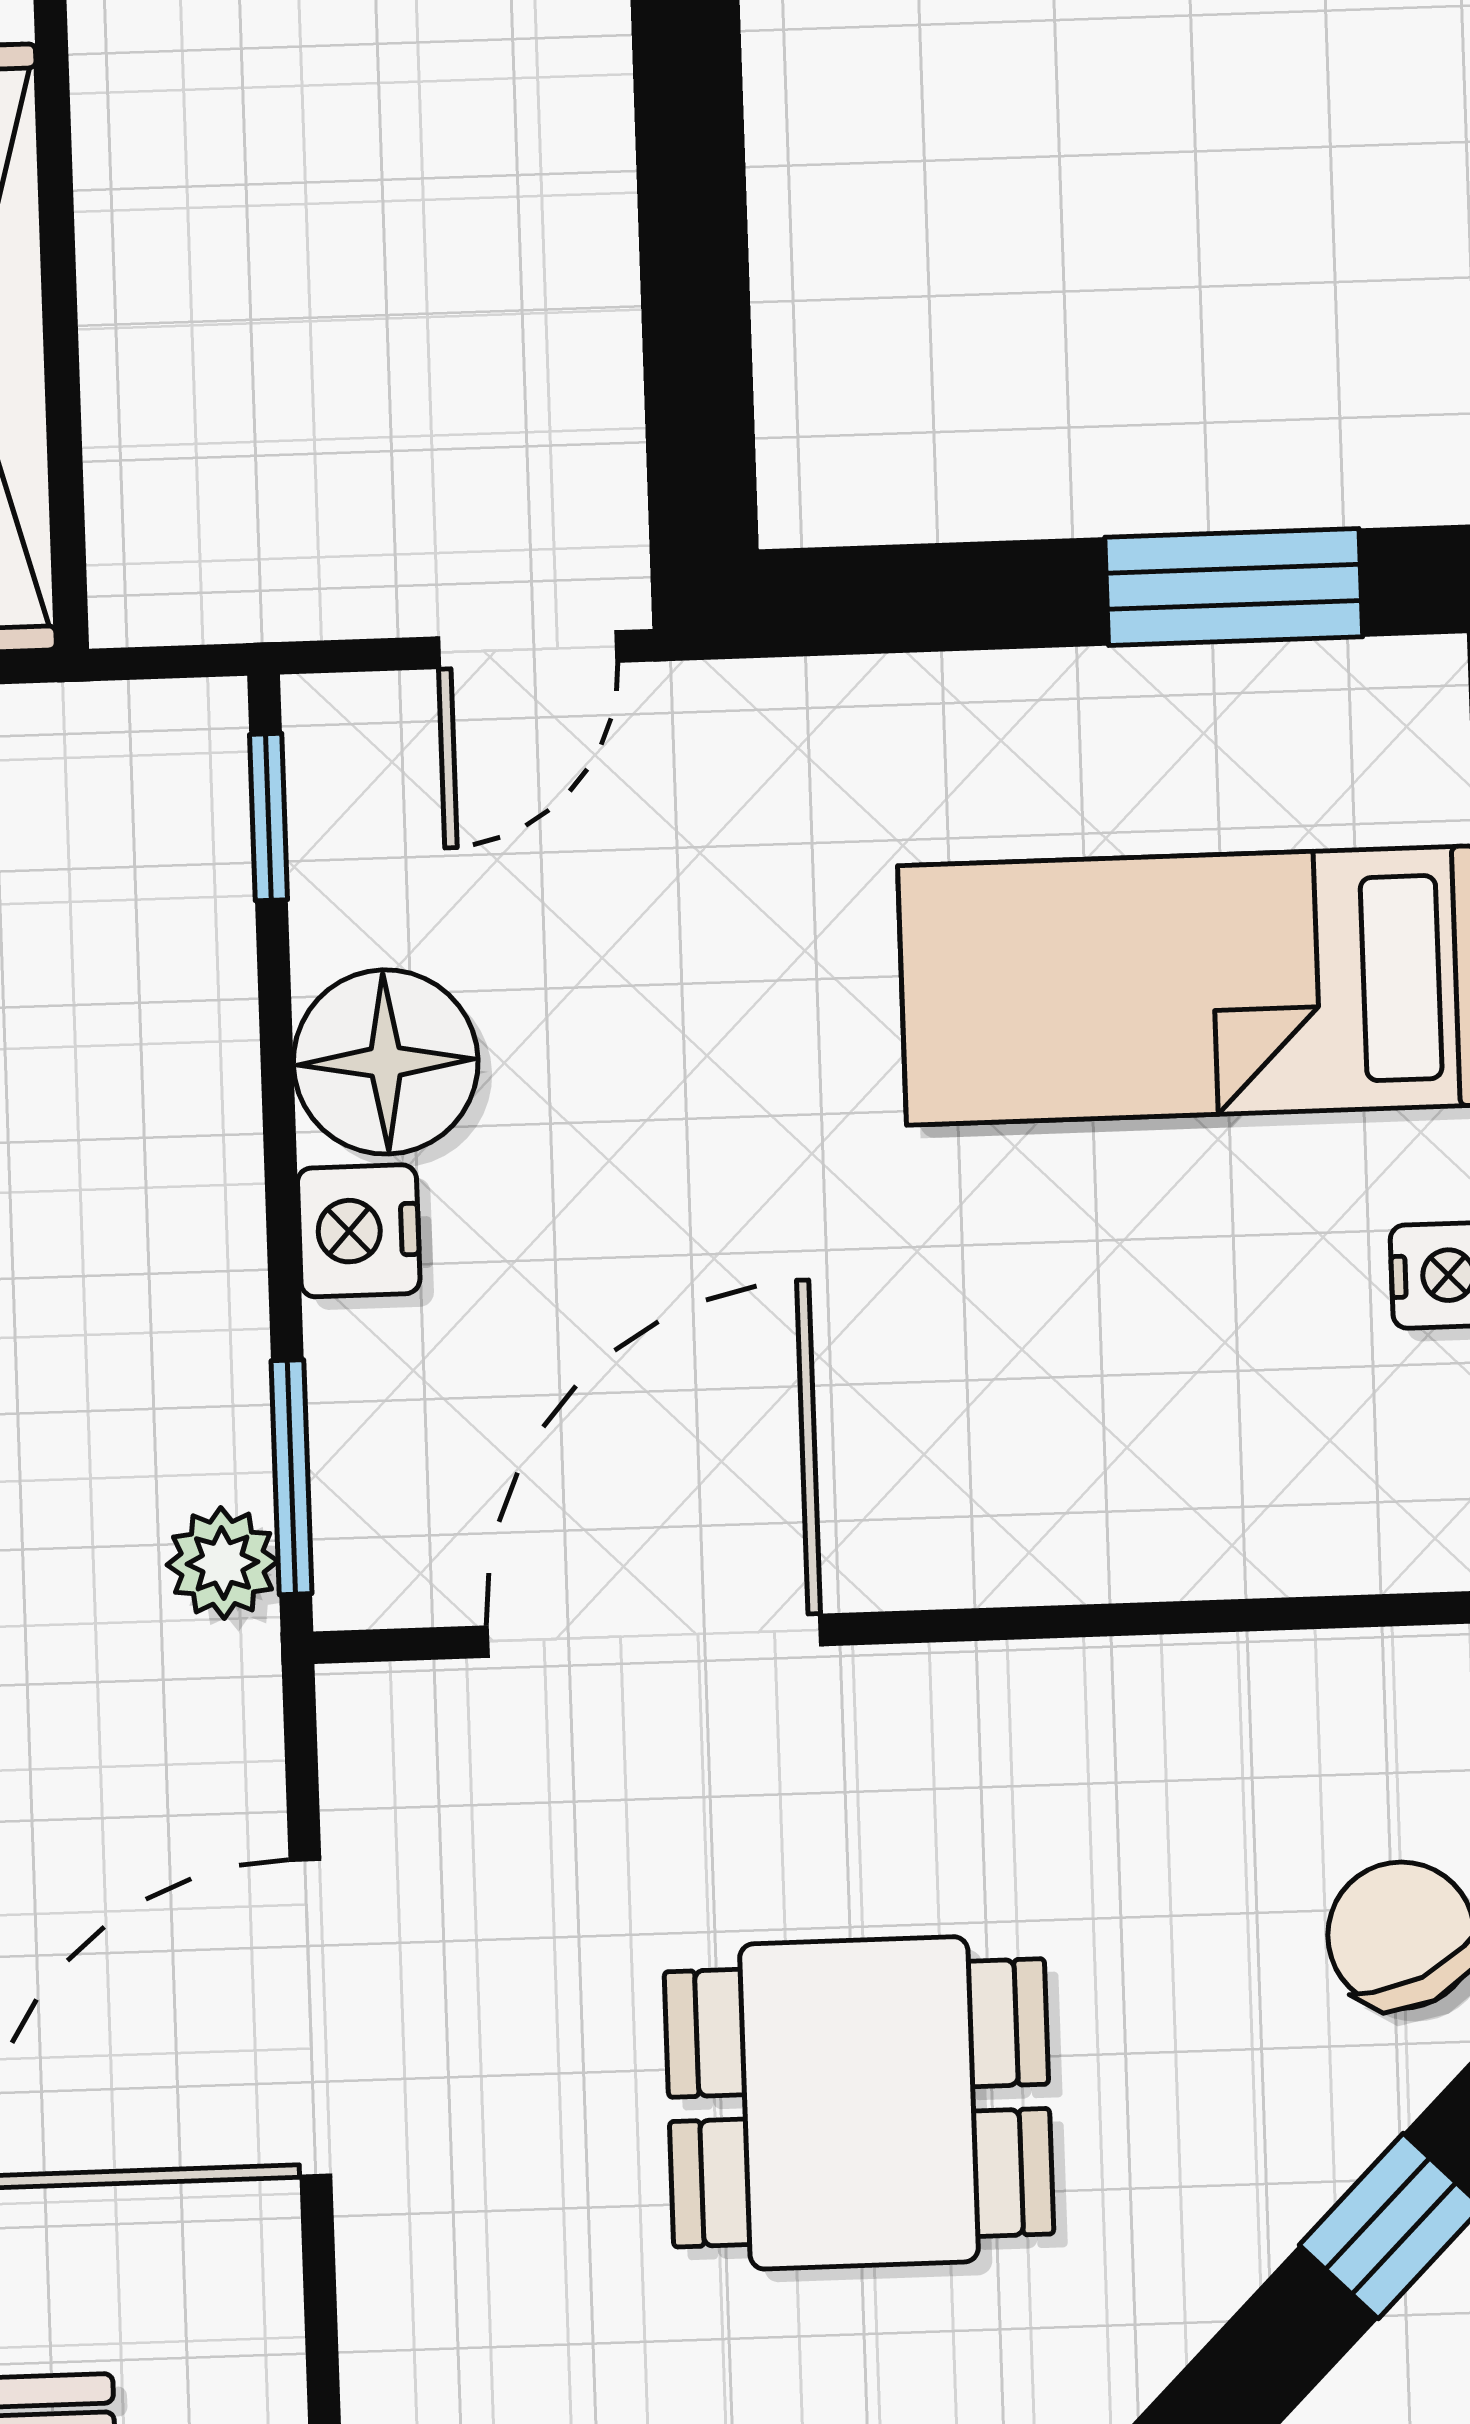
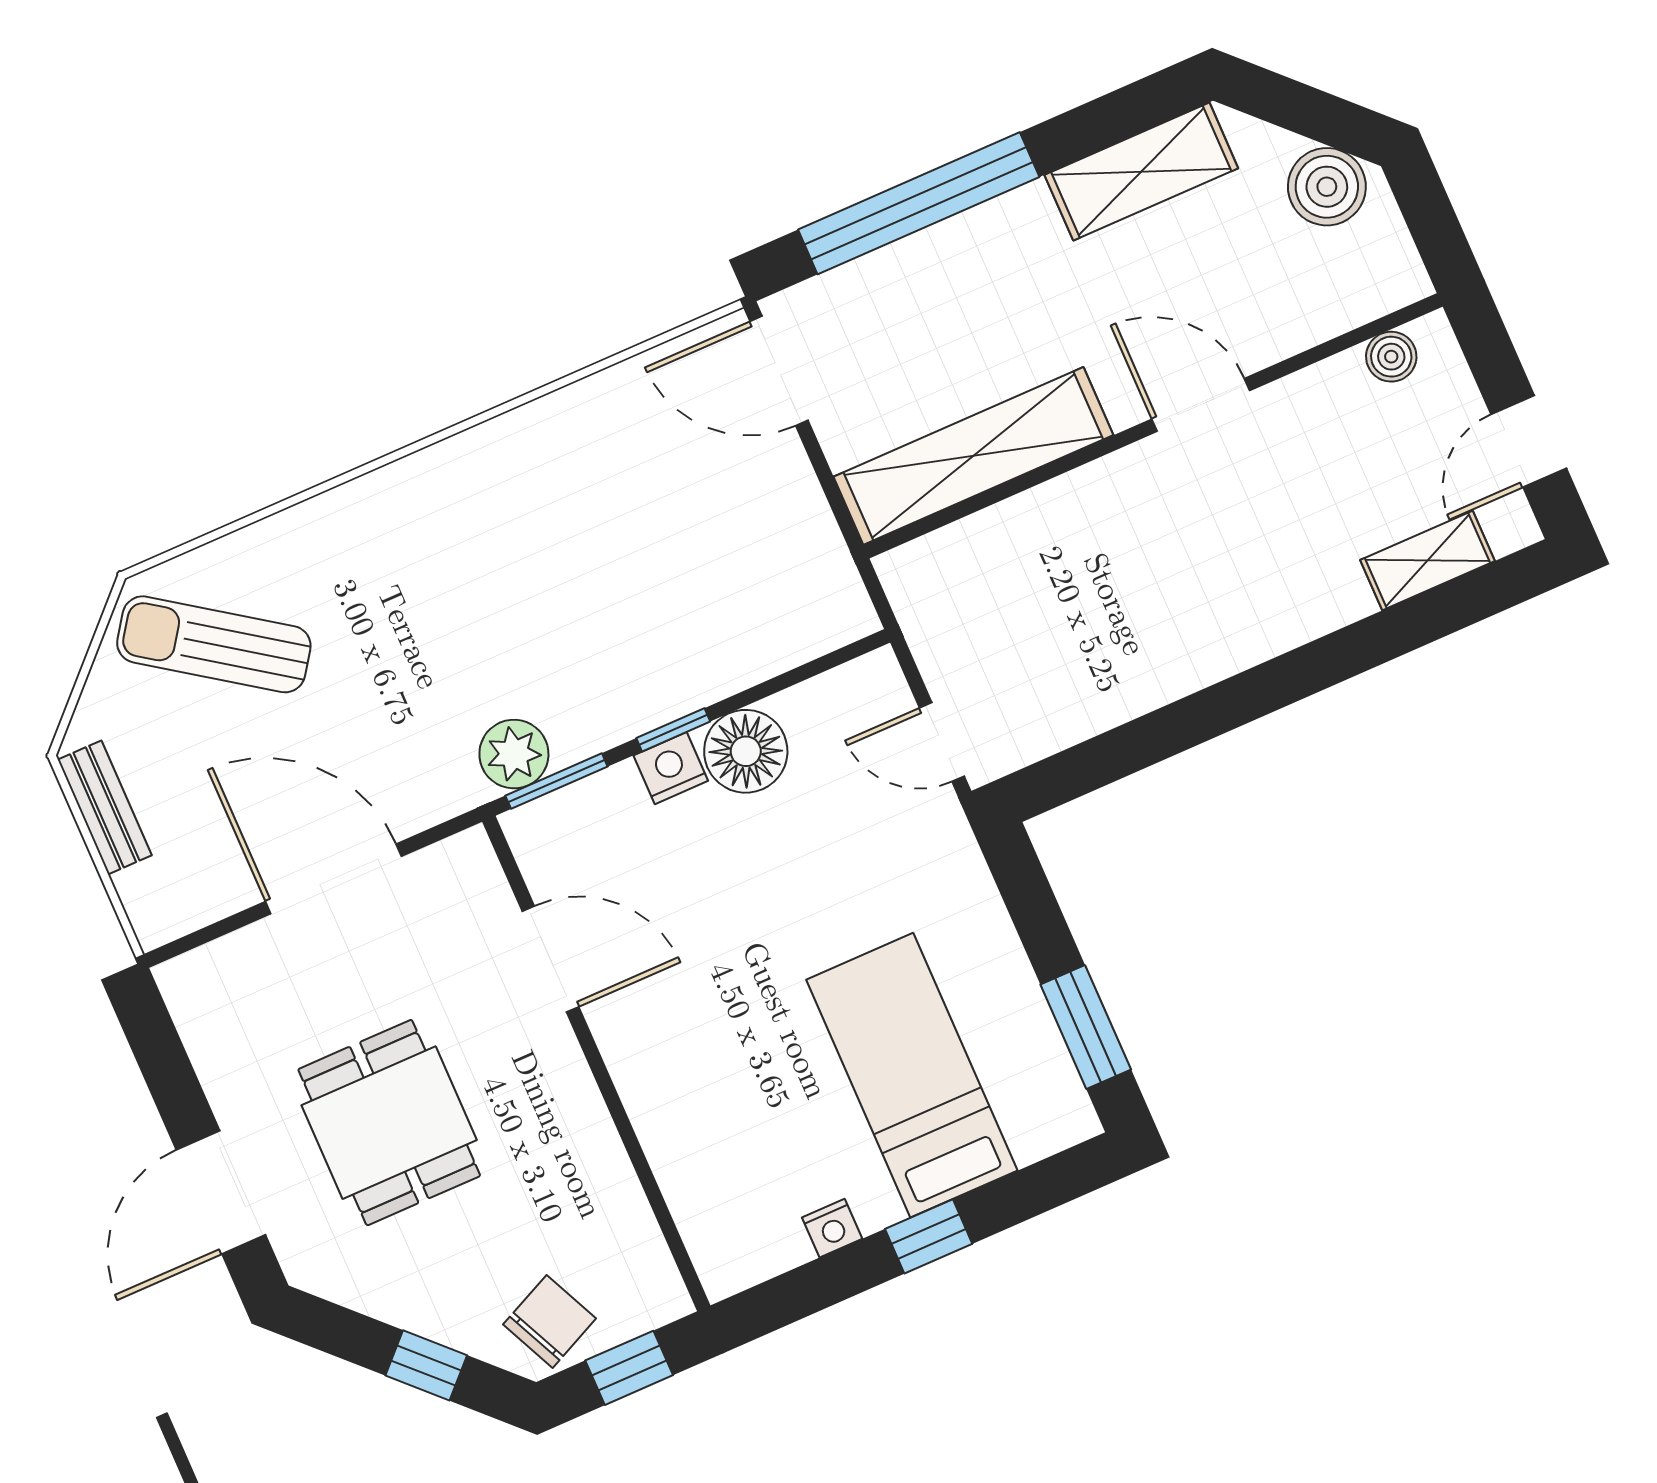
window: (268, 817) -> (673, 730), moved
plant: (223, 1563) -> (514, 754), width x1.38, depth x1.38
door: (654, 1636) -> (550, 959), width x0.73

